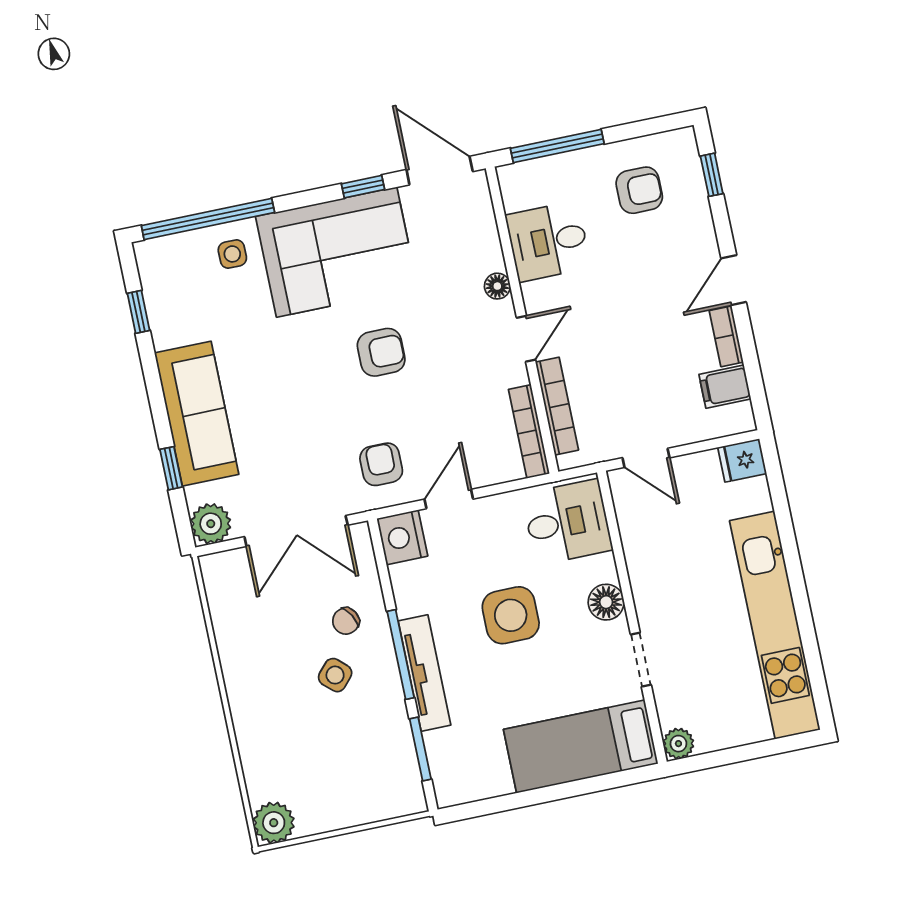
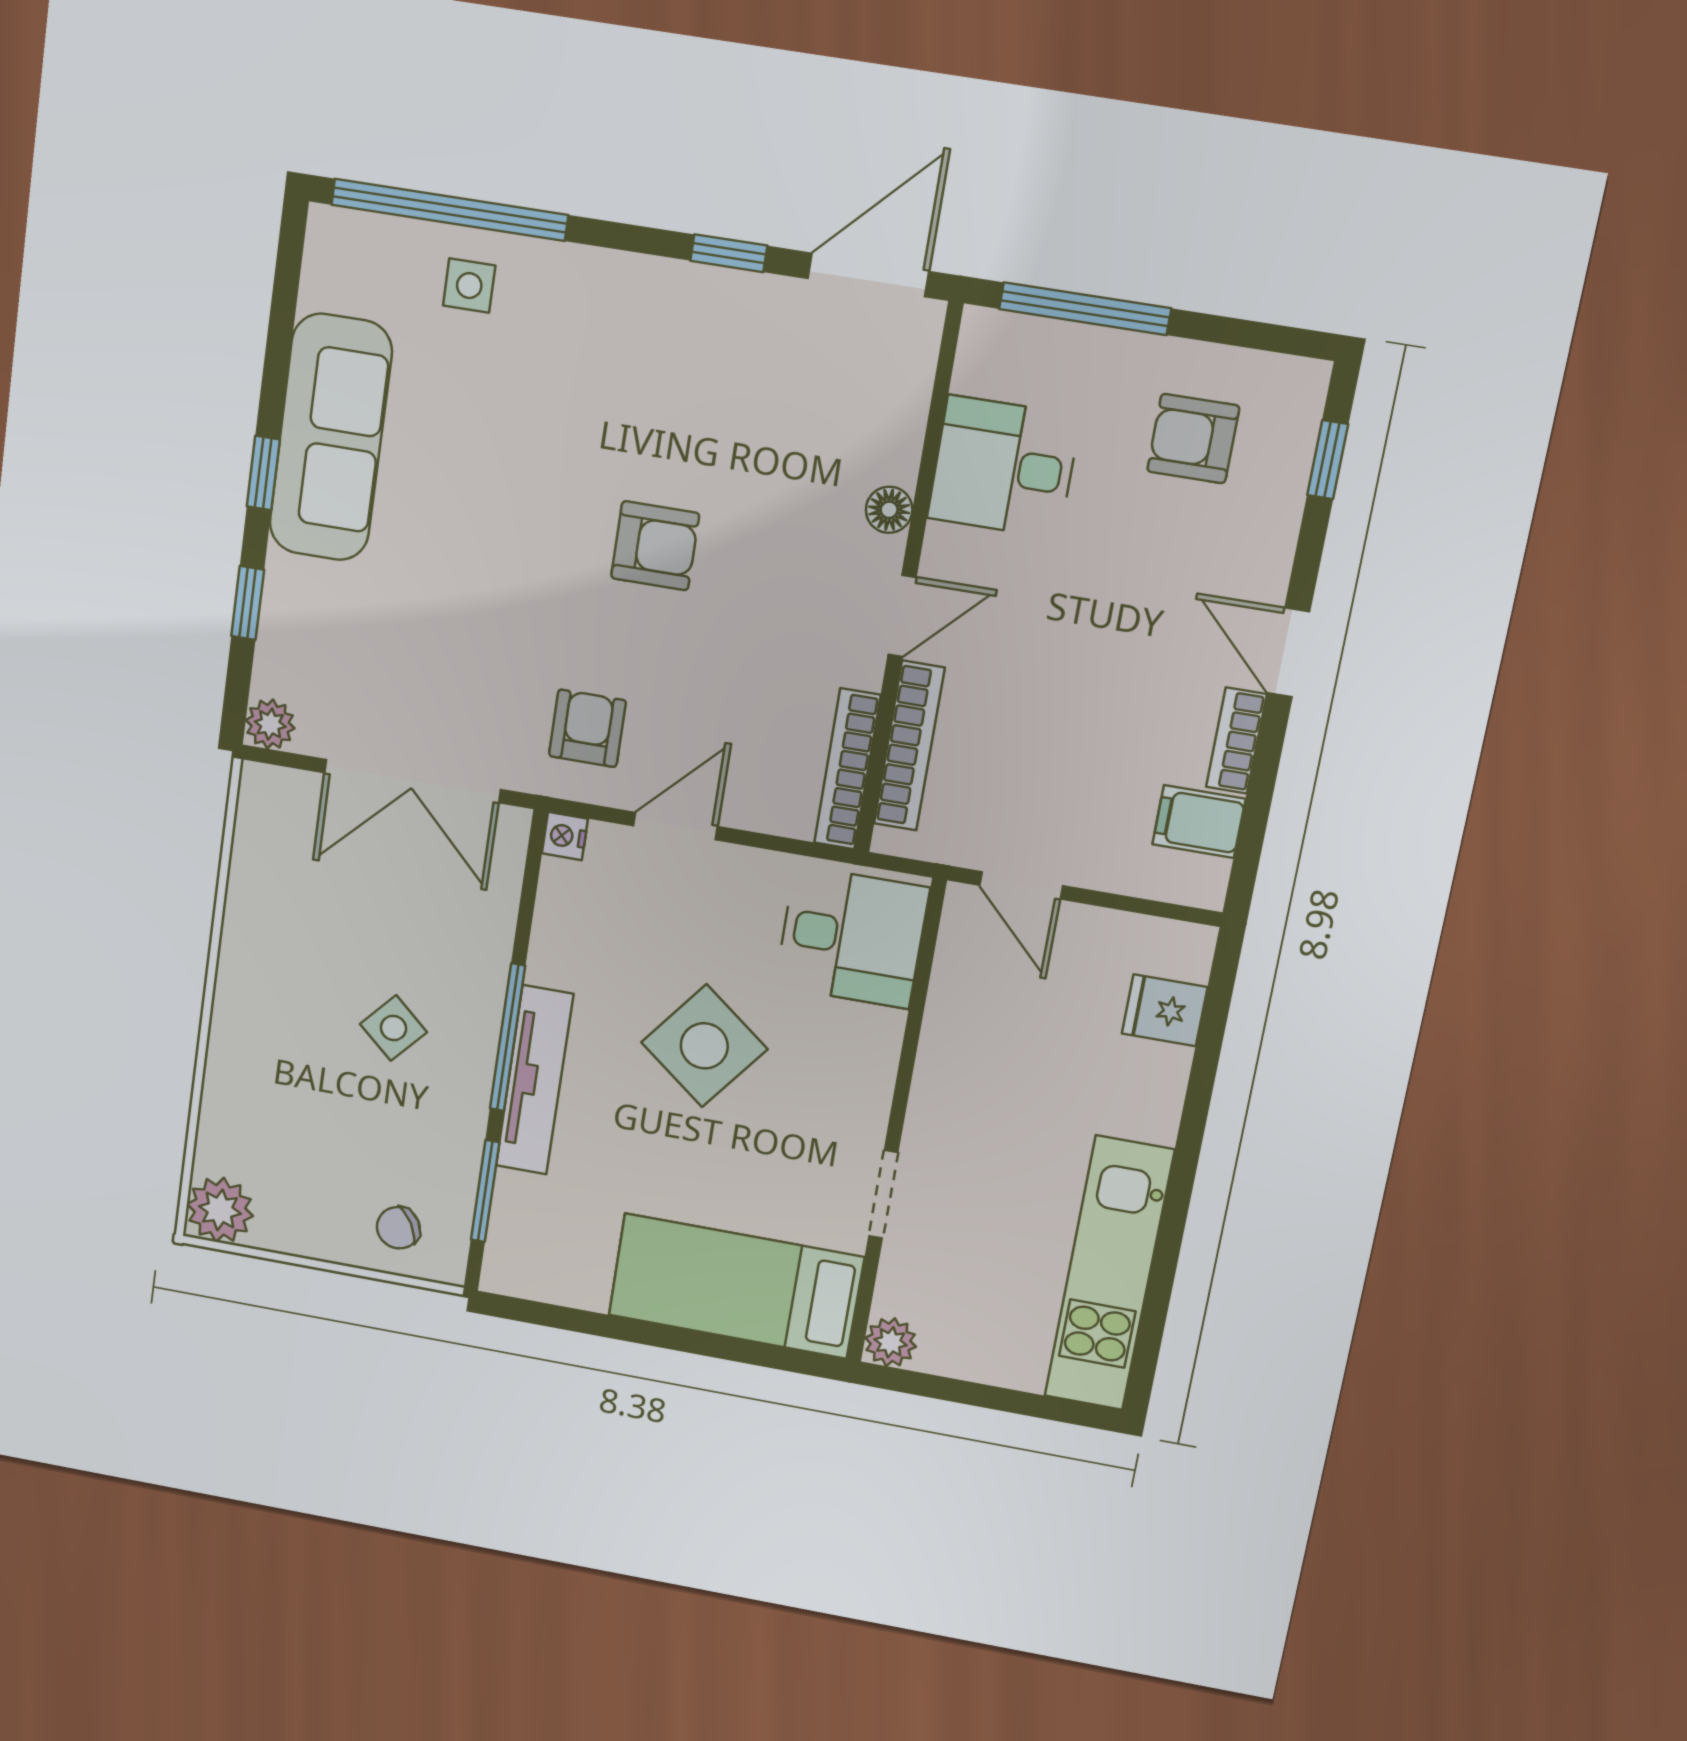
door: (440, 171) -> (868, 275), hinge flipped
armchair: (639, 190) -> (1193, 439), turned 180
corner sofa: (337, 252) -> (643, 349), removed
door: (734, 280) -> (1289, 653), hinge flipped
window: (138, 312) -> (263, 473), moved
sofa: (197, 414) -> (330, 438), moved
fridge: (742, 460) -> (1165, 1010), moved
plant: (211, 524) -> (270, 724), width x0.73, depth x0.73
nightstand: (402, 537) -> (565, 836), width x0.53, depth x0.56
floor lamp: (606, 602) -> (864, 1085), removed
side table: (511, 615) -> (704, 1046), turned 38
chair: (346, 621) -> (398, 1228), moved
kitchen unit: (775, 625) -> (1109, 1274), width x0.73

